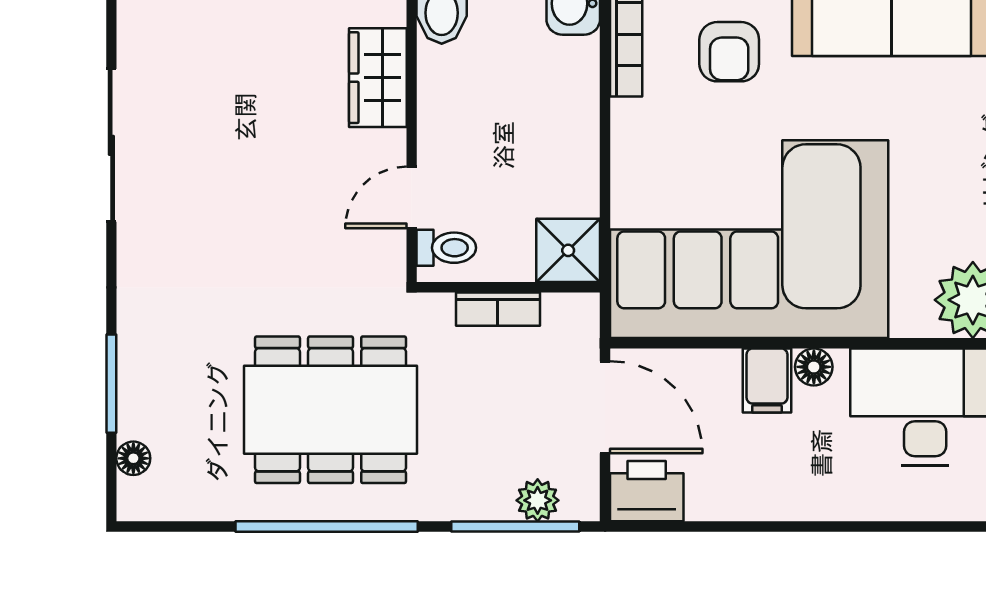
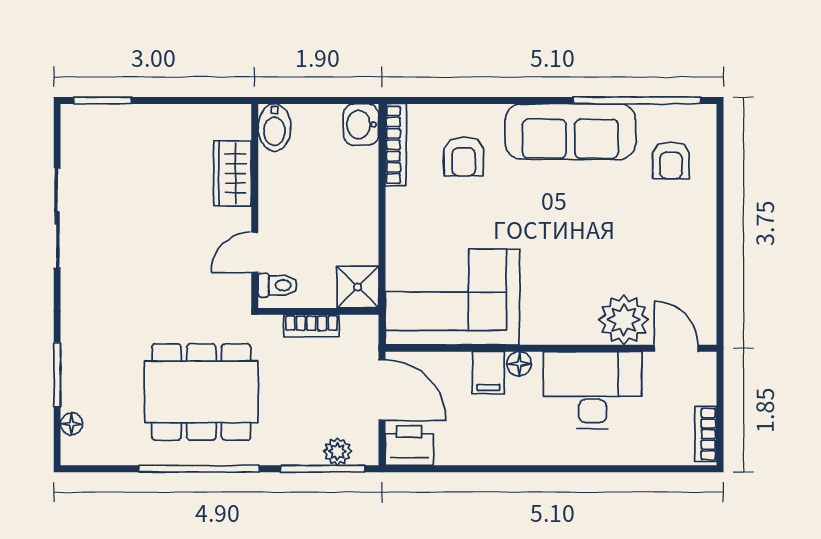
corner sofa: (749, 239) -> (452, 297), width x0.73, depth x0.74

